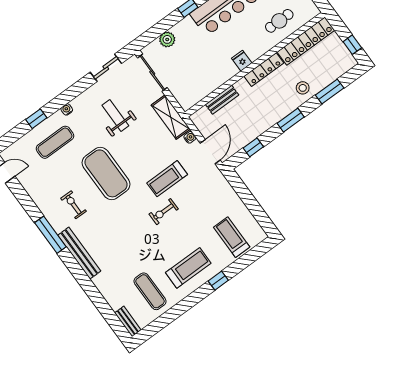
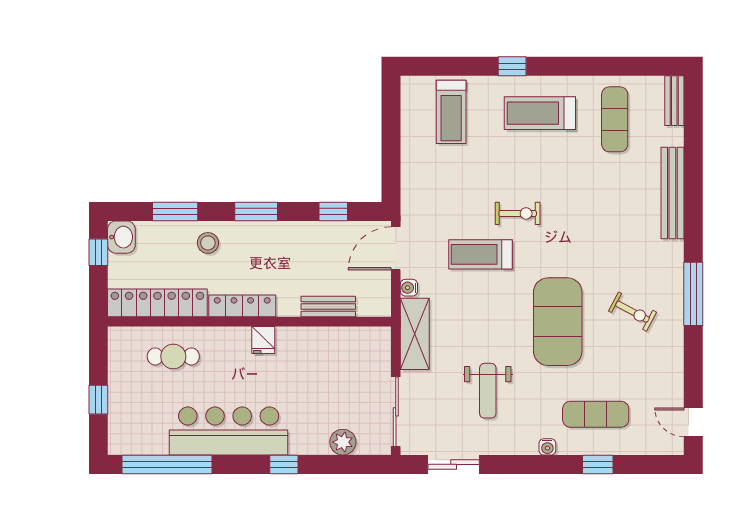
washbasin: (347, 60) -> (121, 237), added
treadmill: (167, 179) -> (480, 254), turned 180
exercise bike: (74, 205) -> (632, 312), turned -62
bench: (79, 253) -> (672, 193), moved

